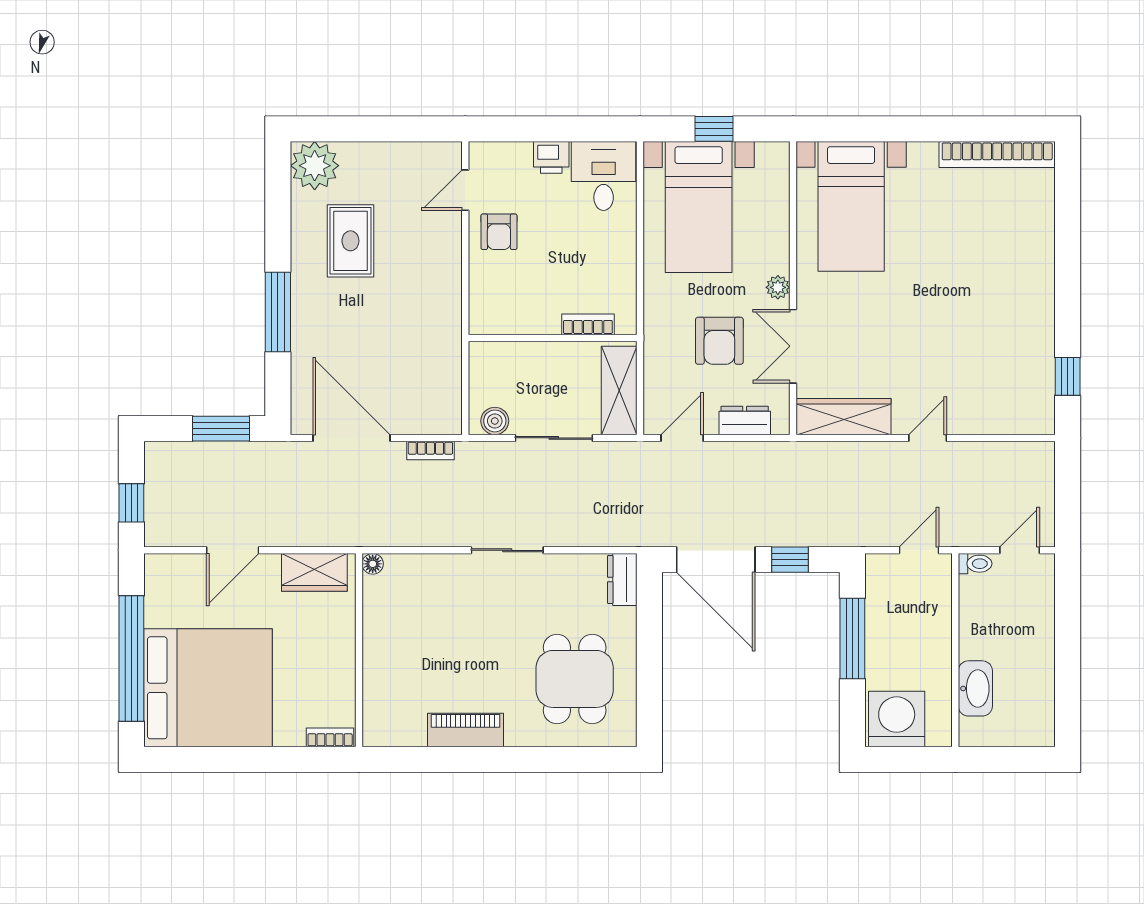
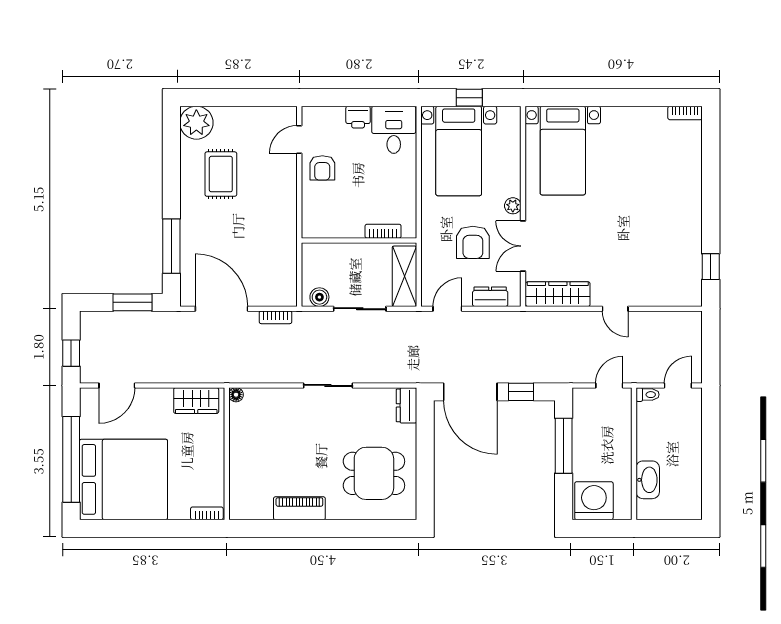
bookcase: (997, 155) -> (685, 113), width x0.43, depth x0.76
window: (278, 312) -> (171, 246), moved
door: (928, 438) -> (615, 309), swing flipped
door: (233, 550) -> (117, 385), moved
dining table: (575, 679) -> (374, 473), turned 90

